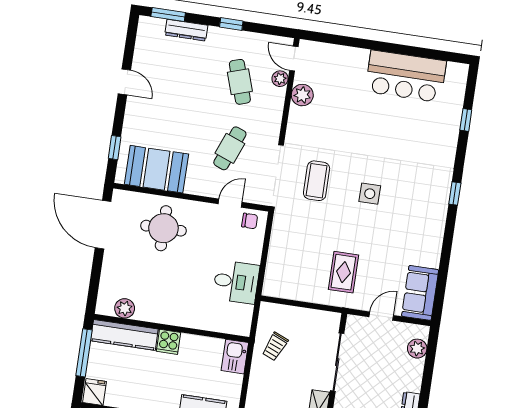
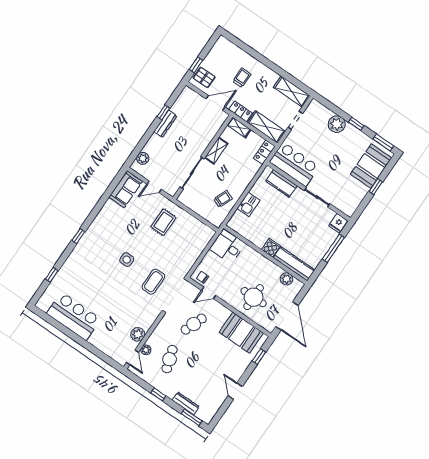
plant: (125, 308) -> (287, 279), moved
wall: (172, 328) -> (265, 255), moved
kitchen counter: (124, 335) -> (294, 264), moved
cooker: (169, 342) -> (271, 248), moved

